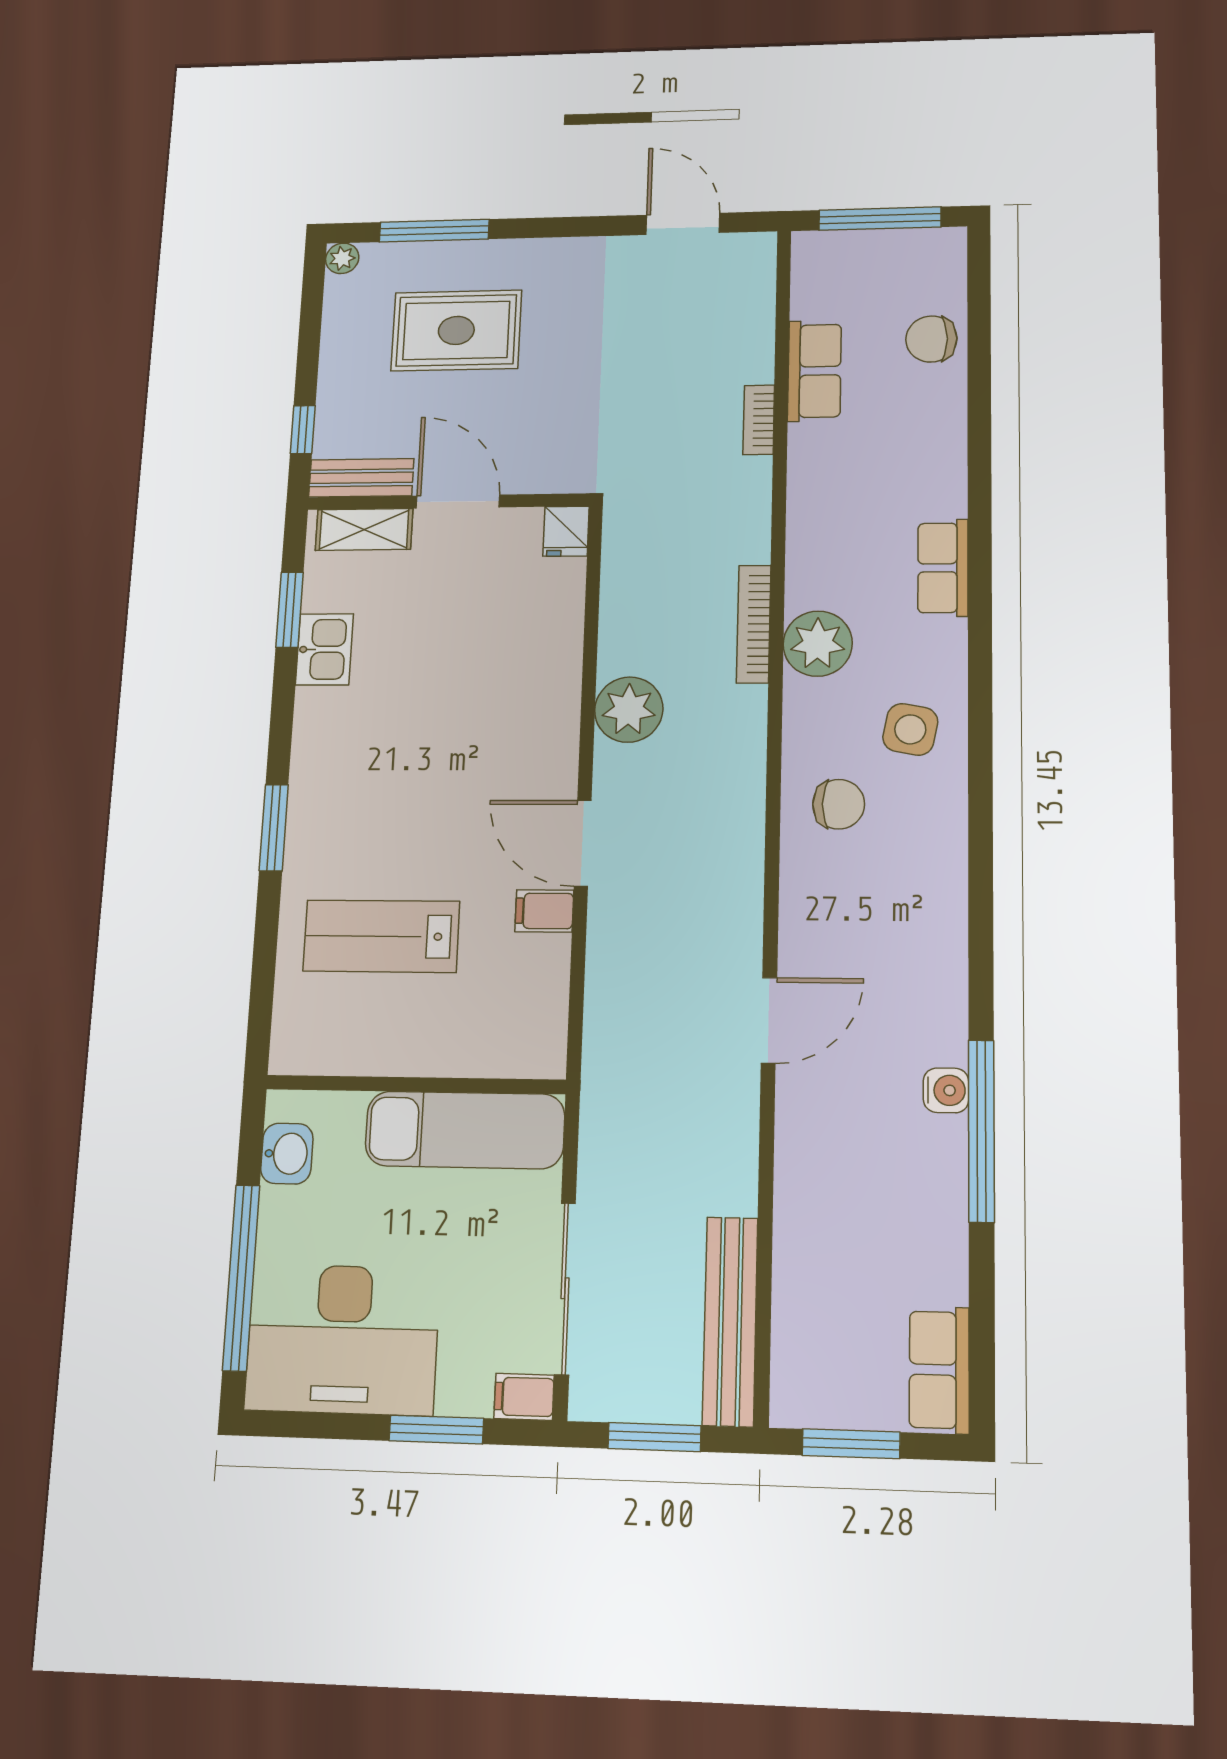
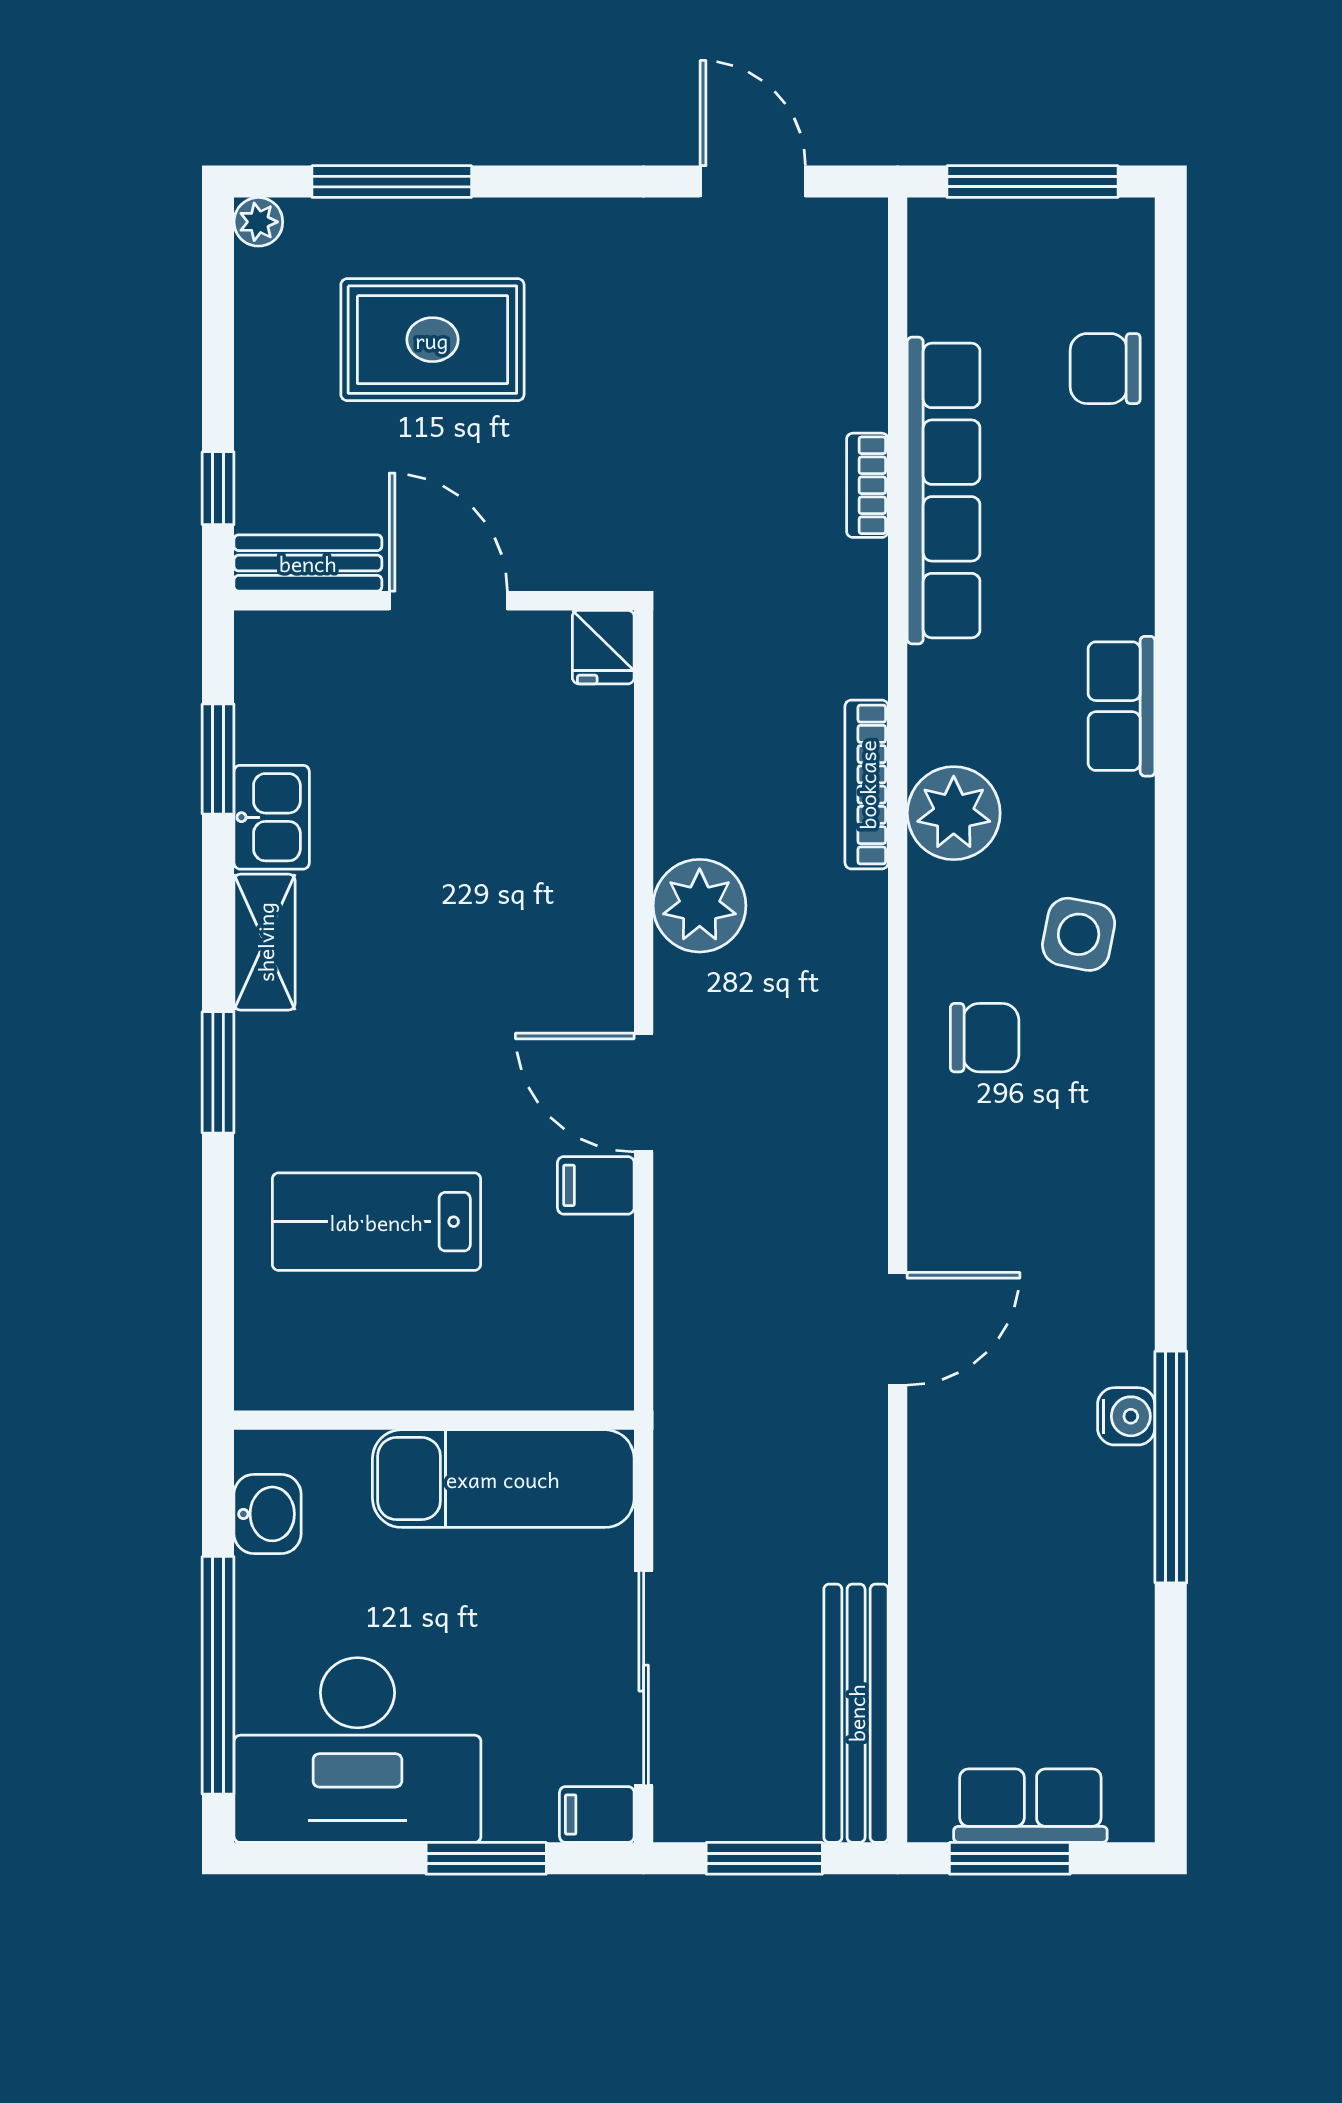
row of seats: (814, 371) -> (944, 491), width x2.02
shelving: (364, 529) -> (265, 942), moved, turned 90
row of seats: (939, 1370) -> (1030, 1806), moved, turned 90

